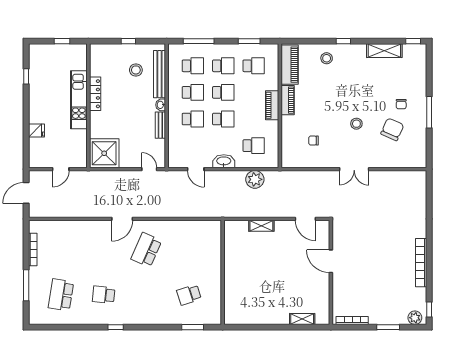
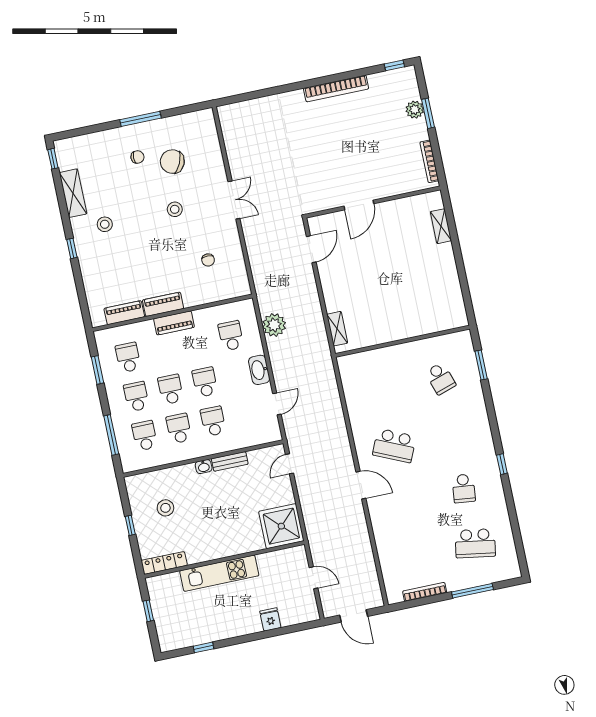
stool: (327, 58) -> (105, 224), moved
piano: (290, 65) -> (124, 313), width x0.73, depth x0.75
bench: (159, 74) -> (164, 476), removed
locker: (95, 94) -> (164, 563), moved
shelving: (261, 226) -> (337, 329), moved
plant: (415, 318) -> (415, 110), moved

